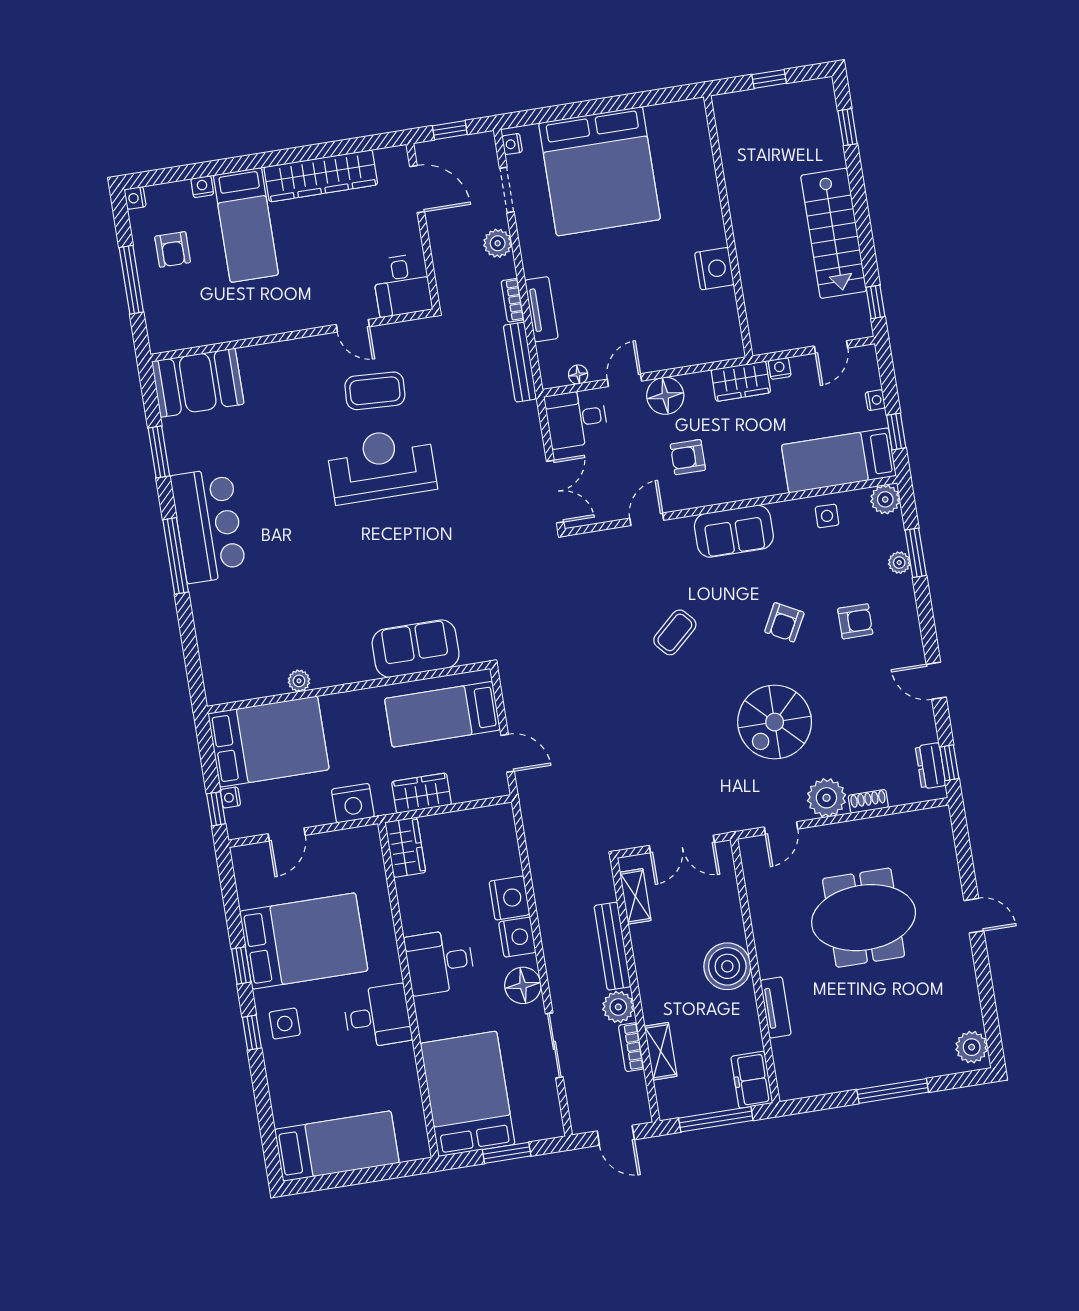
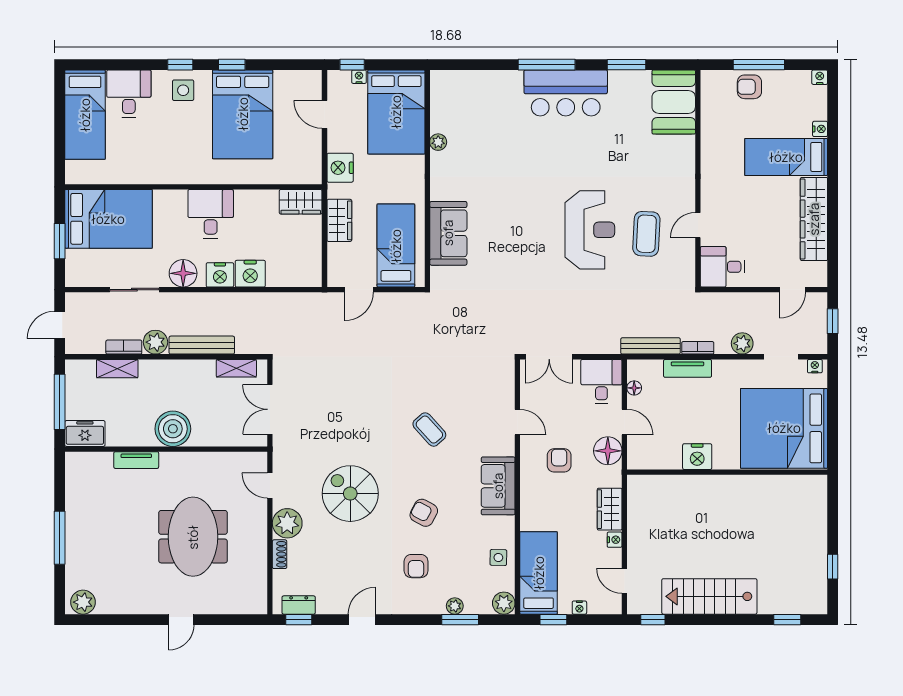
door: (417, 189) -> (792, 290), width x0.73
wall: (728, 226) -> (727, 472), moved
armchair: (173, 249) -> (749, 87), moved
nightstand: (714, 269) -> (697, 457), moved
desk: (377, 1016) -> (129, 94), moved, turned 180

